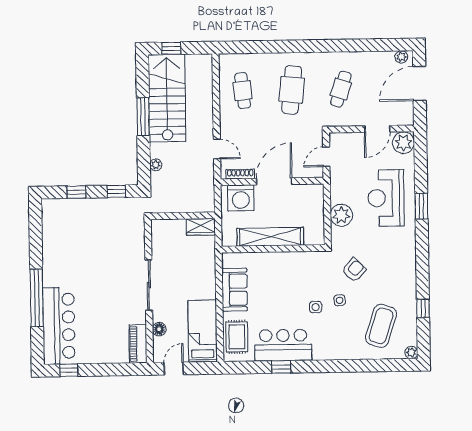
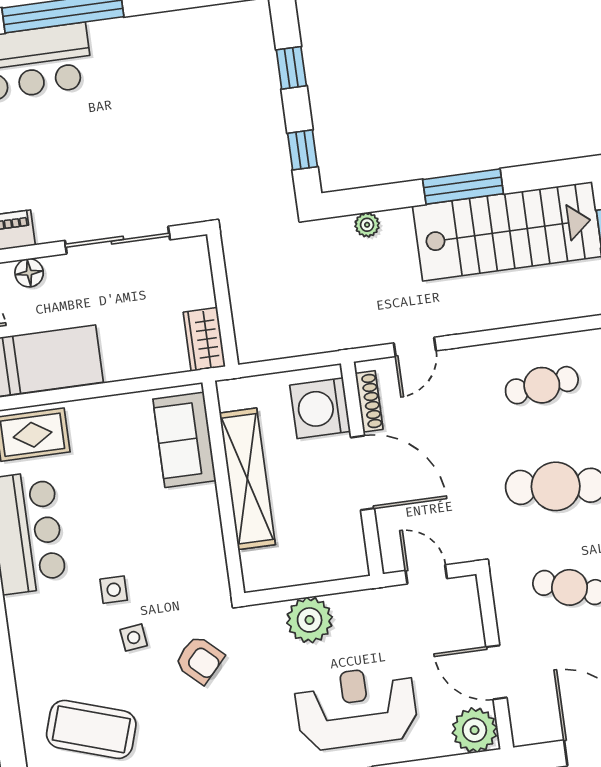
wall: (183, 216) -> (223, 300), moved
wardrobe: (201, 227) -> (204, 339), moved
sofa: (235, 290) -> (184, 440), moved, turned 90

